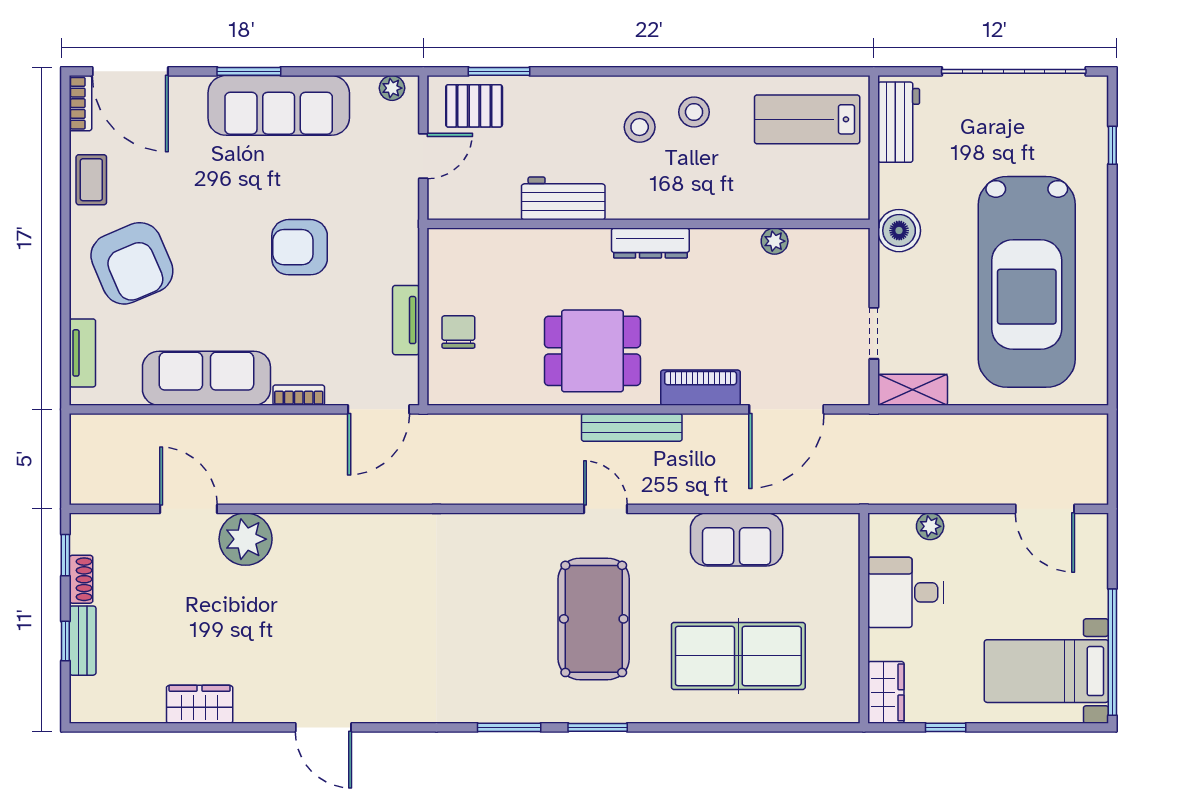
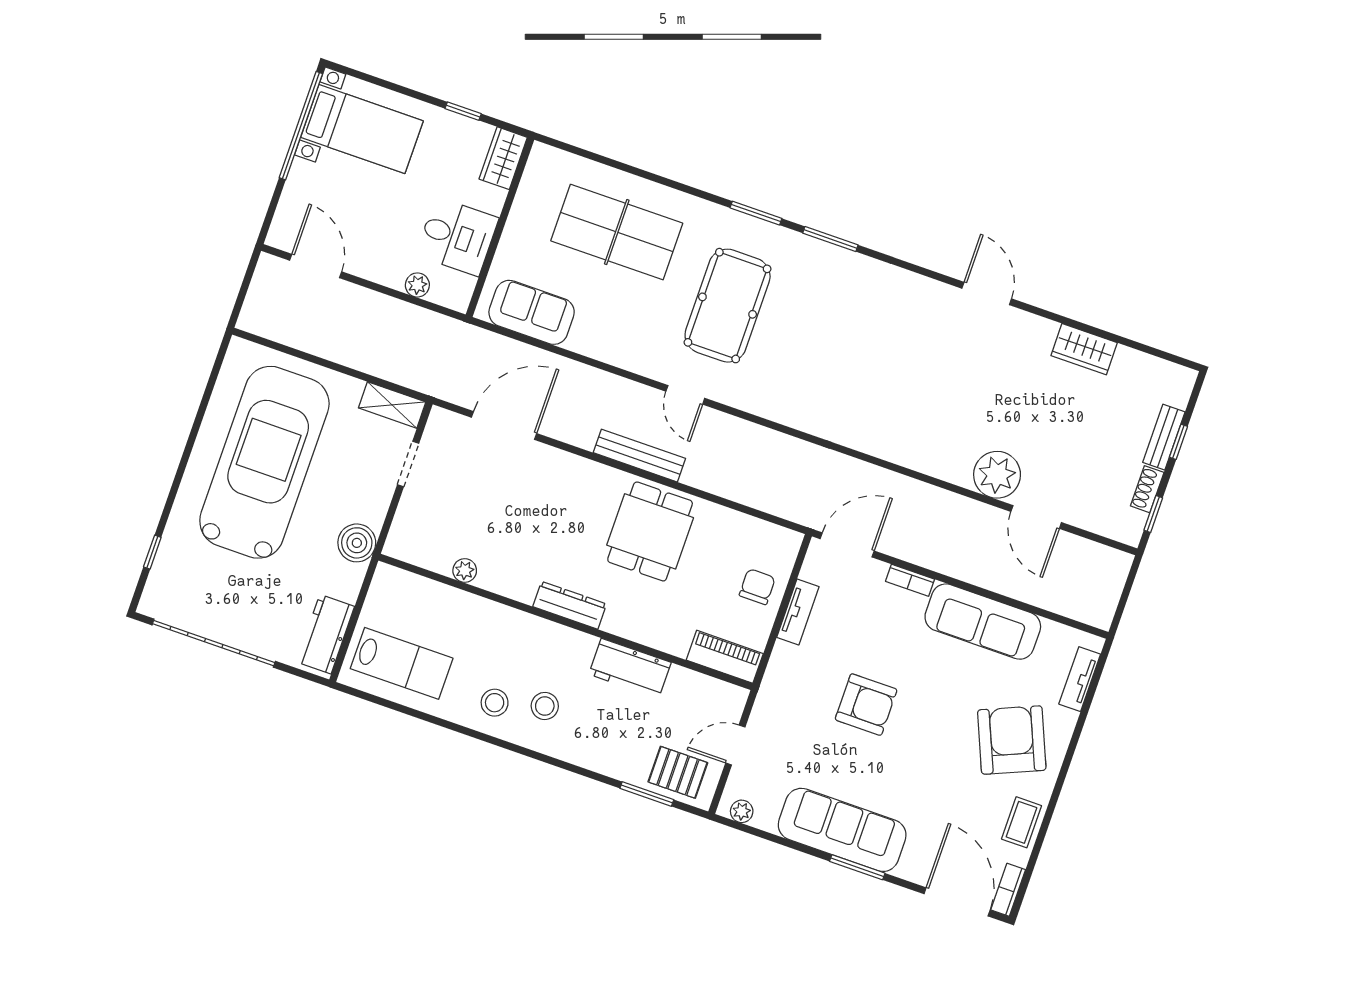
chair: (458, 332) -> (757, 587), turned 180
dining table: (592, 351) -> (650, 531), turned 90
piano: (701, 388) -> (725, 657), moved, turned 180
sofa: (737, 539) -> (532, 312), moved

